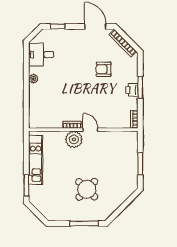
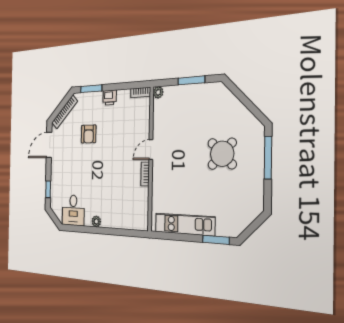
window: (140, 87) -> (91, 89), moved
plant: (74, 139) -> (158, 92), moved, width x0.53, depth x0.53

